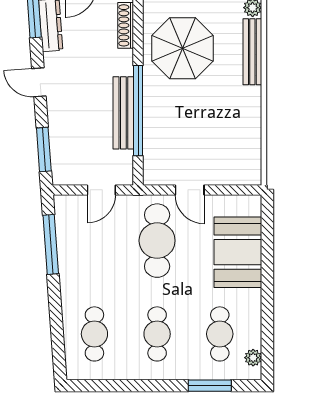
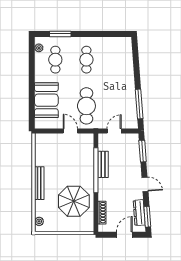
bench: (252, 52) -> (39, 183), moved
bench: (123, 113) -> (103, 164), width x0.73
cafe table: (94, 334) -> (117, 60), removed

